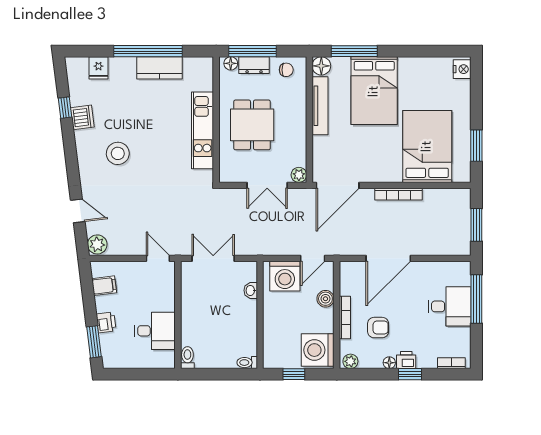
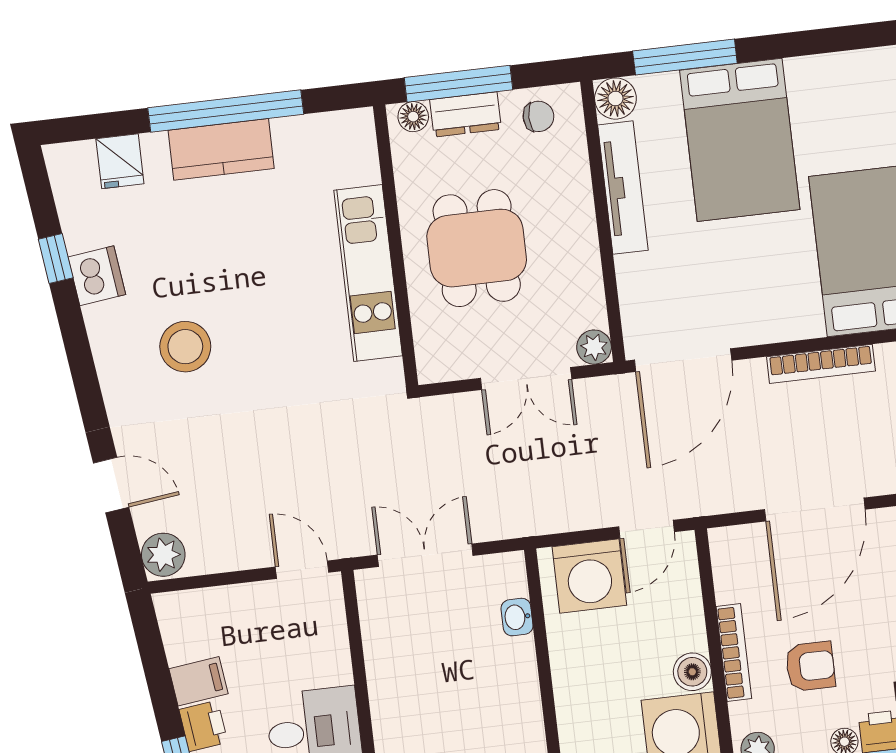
kitchen counter: (159, 68) -> (221, 149), moved
filing cabinet: (104, 286) -> (198, 681), moved
boiler: (325, 299) -> (692, 672), moved

